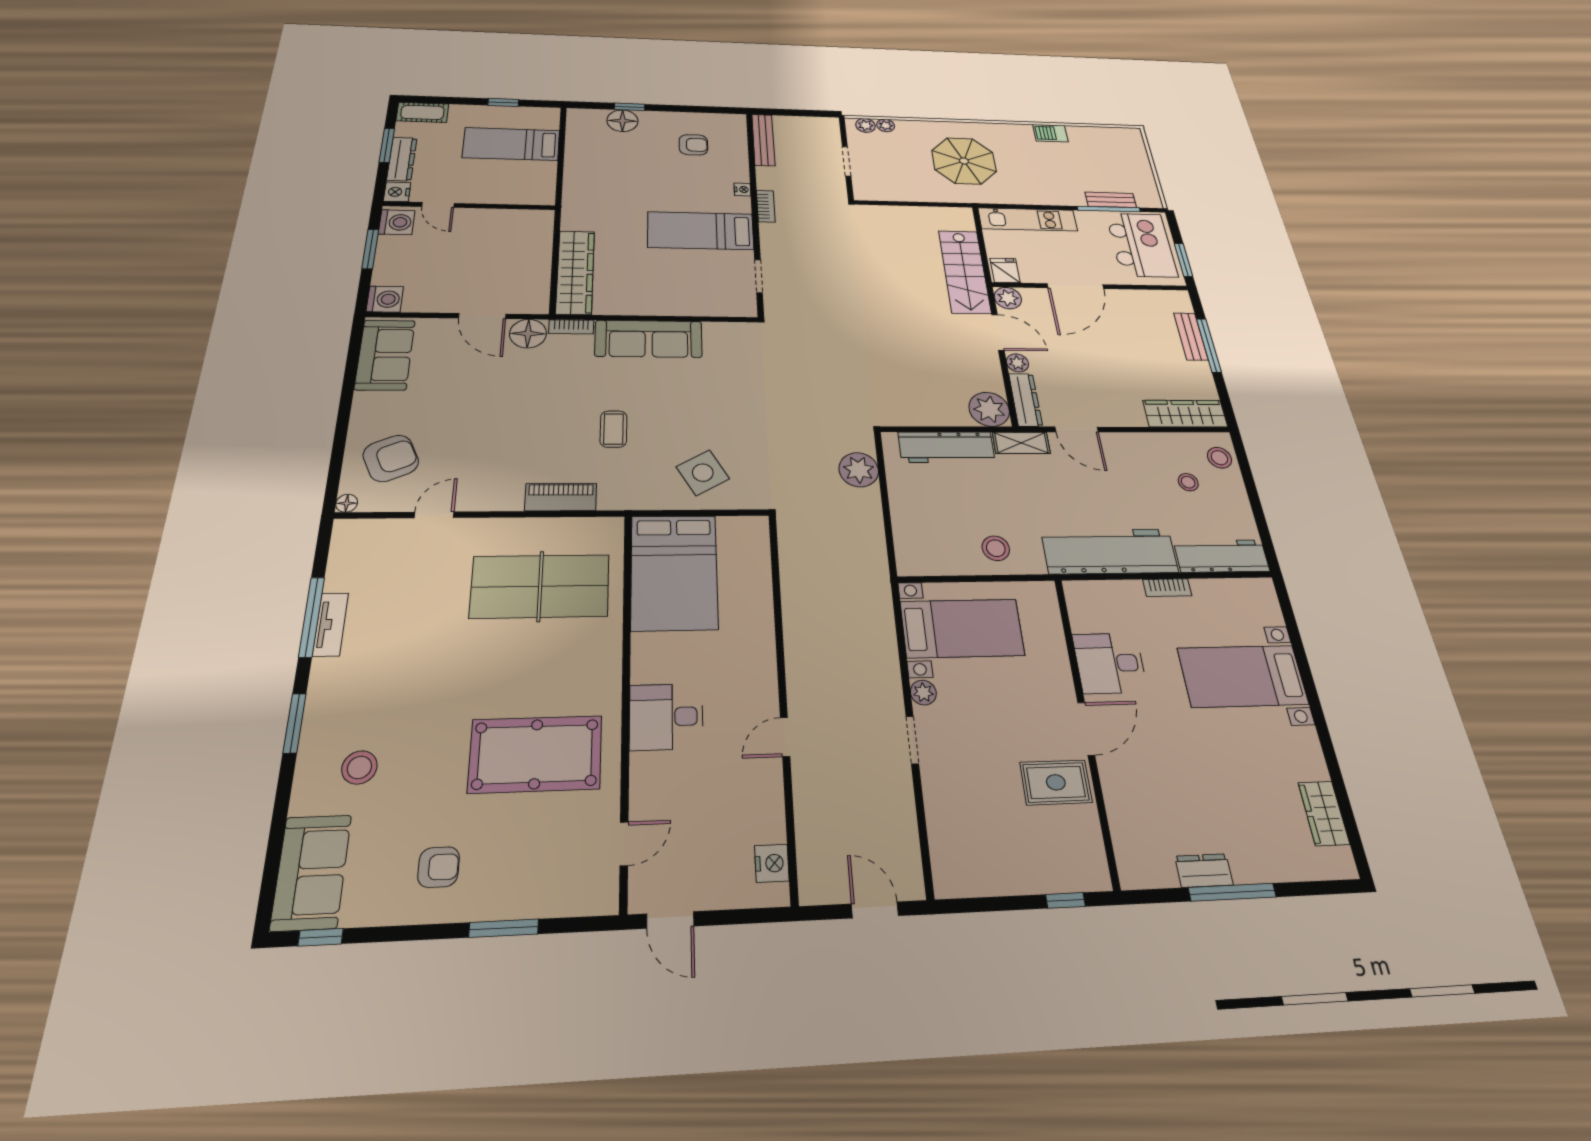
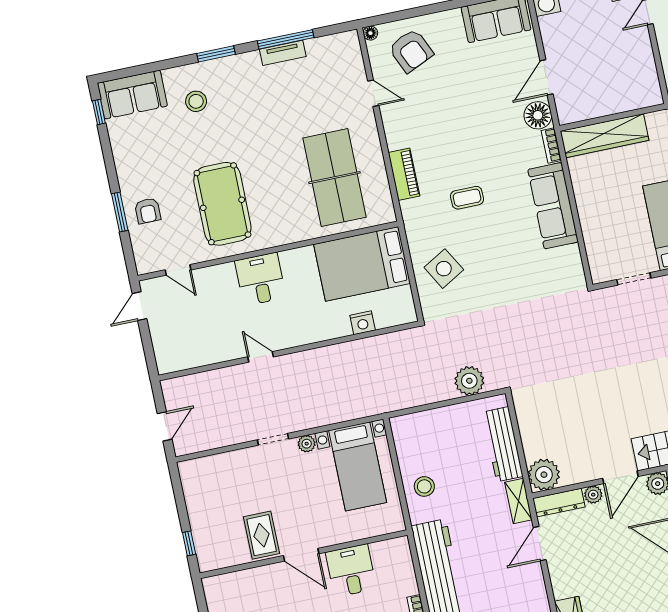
nightstand: (772, 863) -> (363, 323), moved
armchair: (439, 867) -> (148, 211), moved

